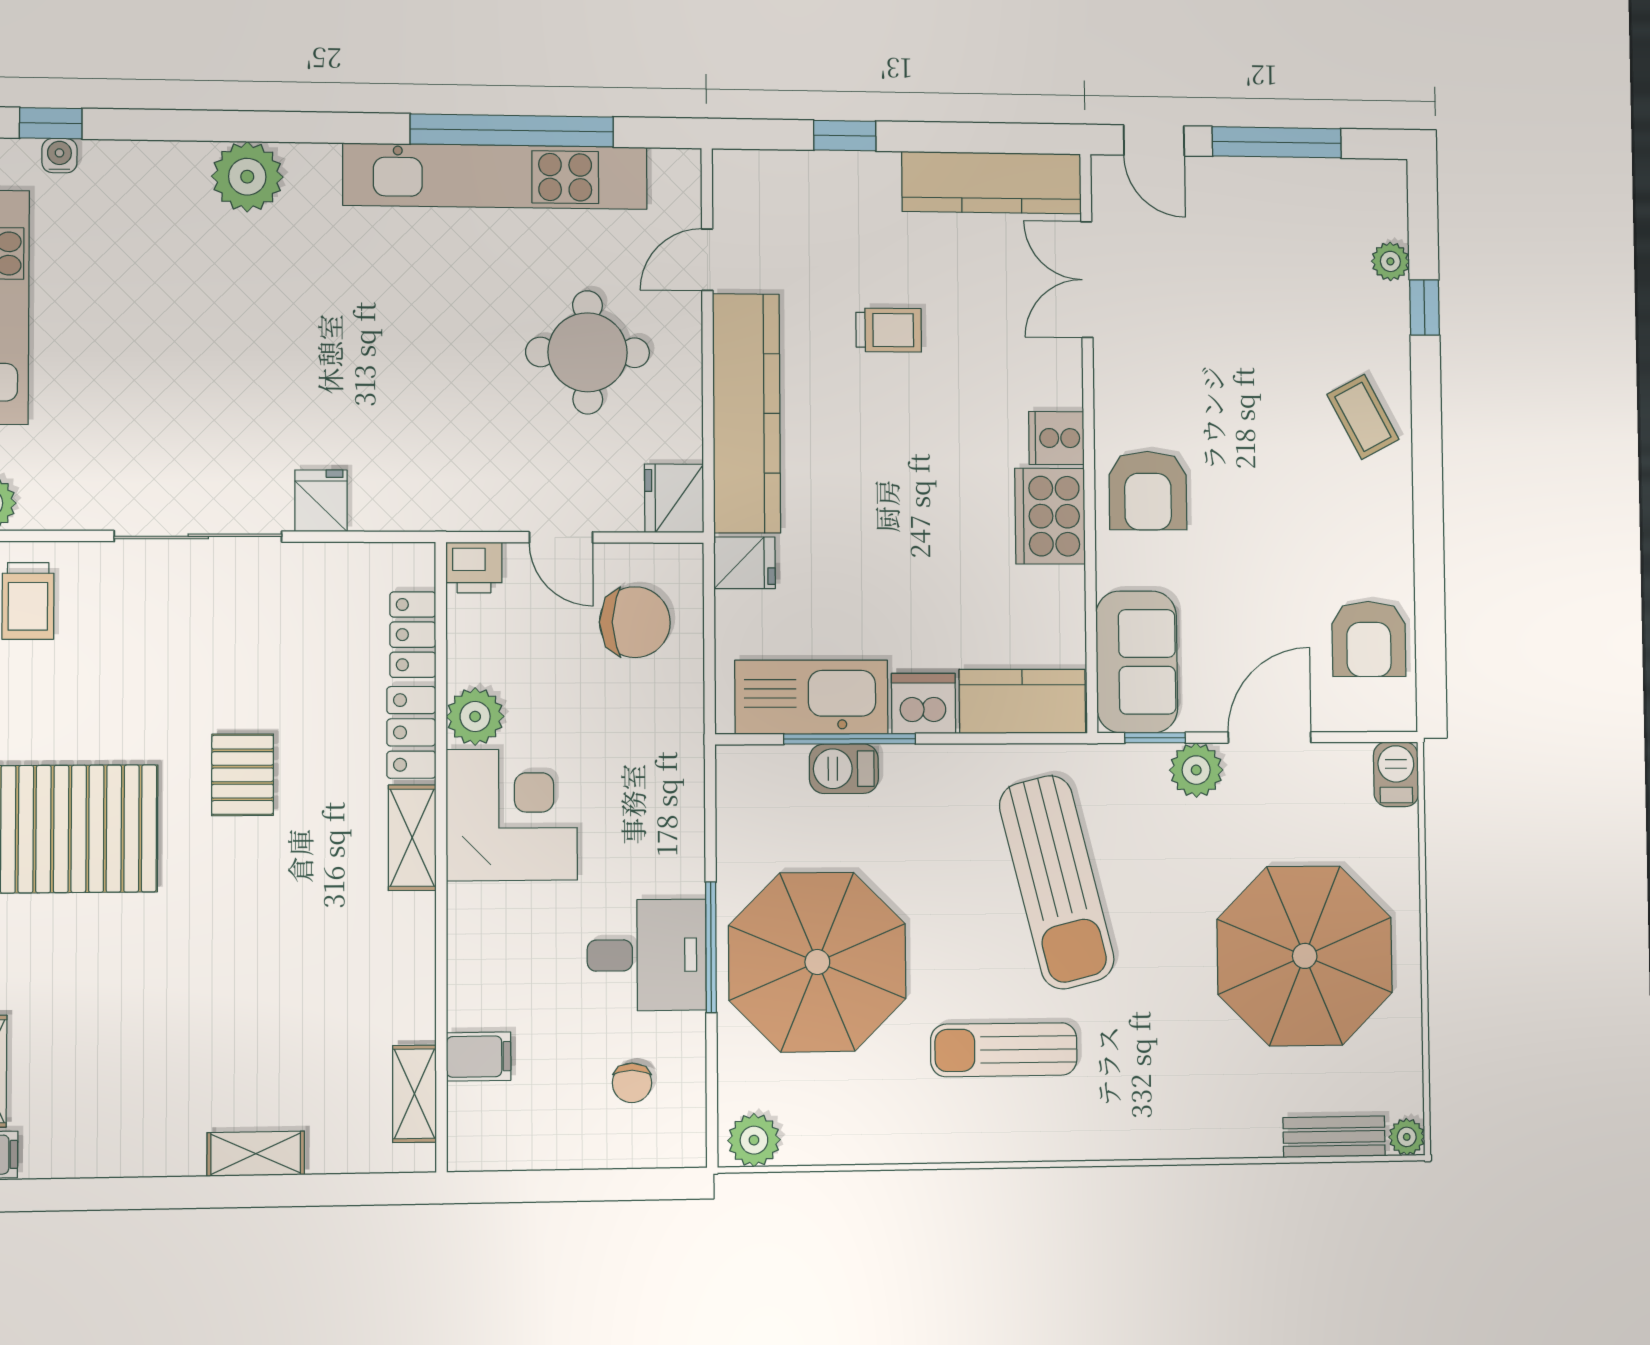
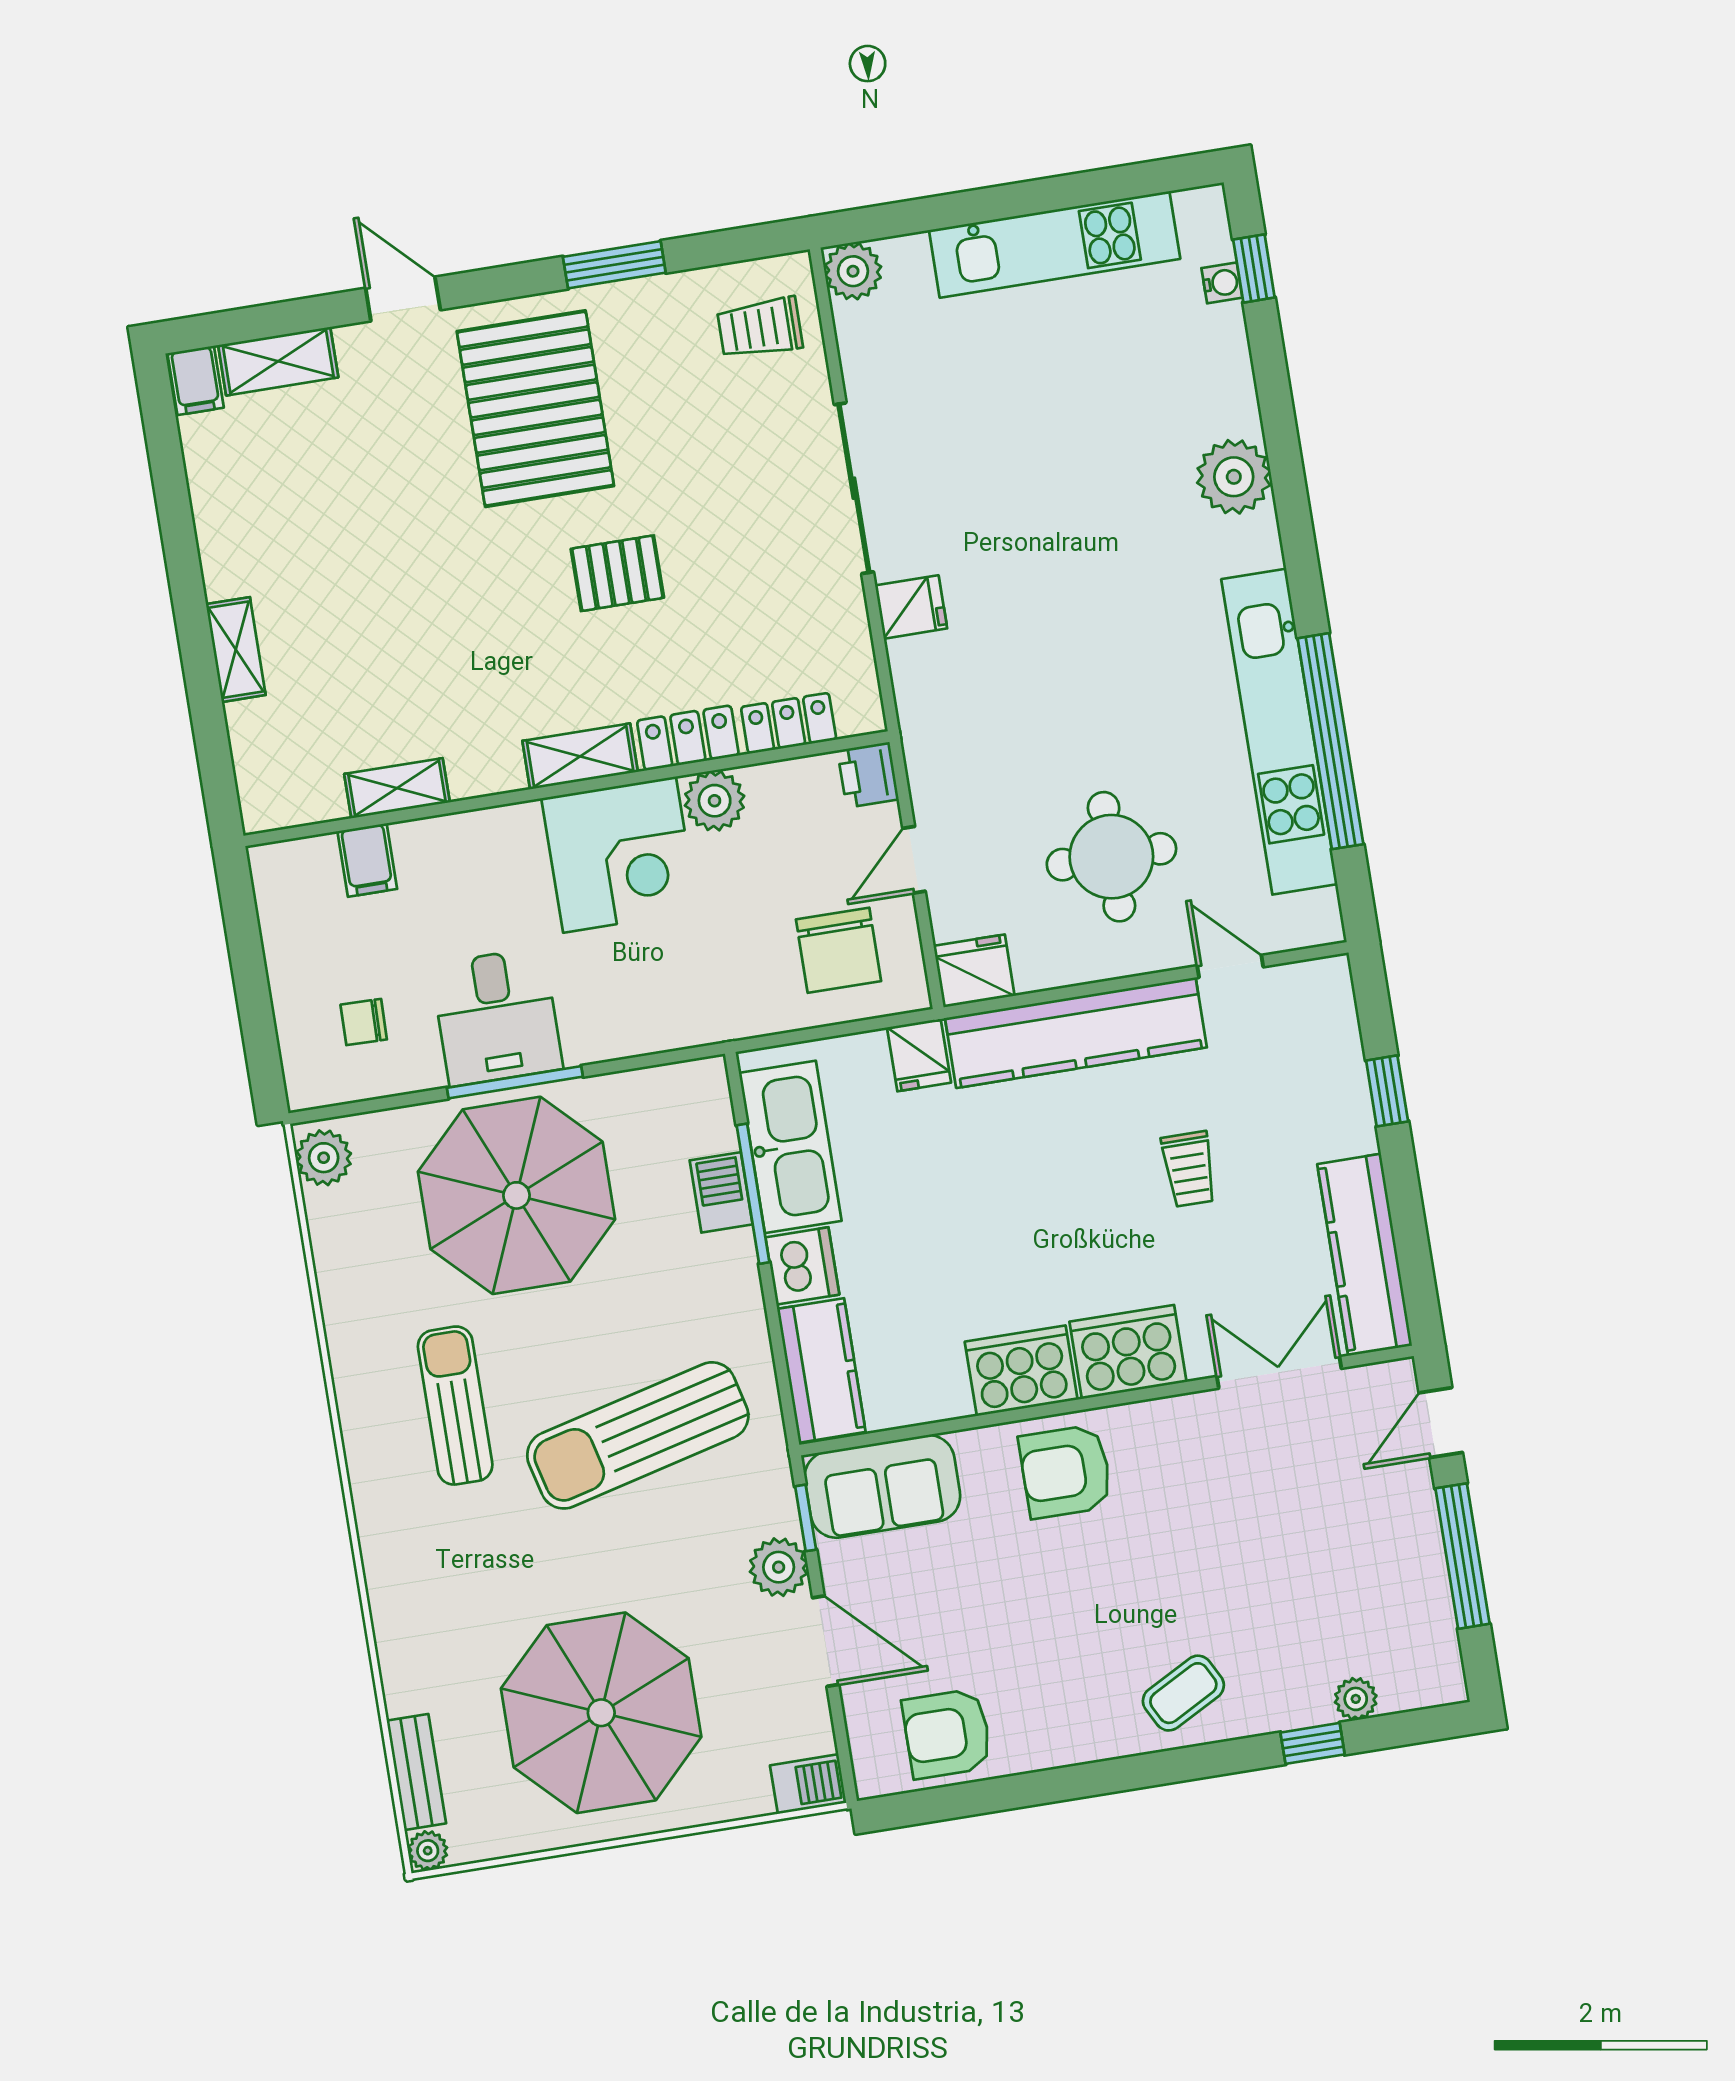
cooker: (1056, 438) -> (1128, 1352), width x1.87, depth x1.31
shelving: (414, 1094) -> (397, 788), moved

